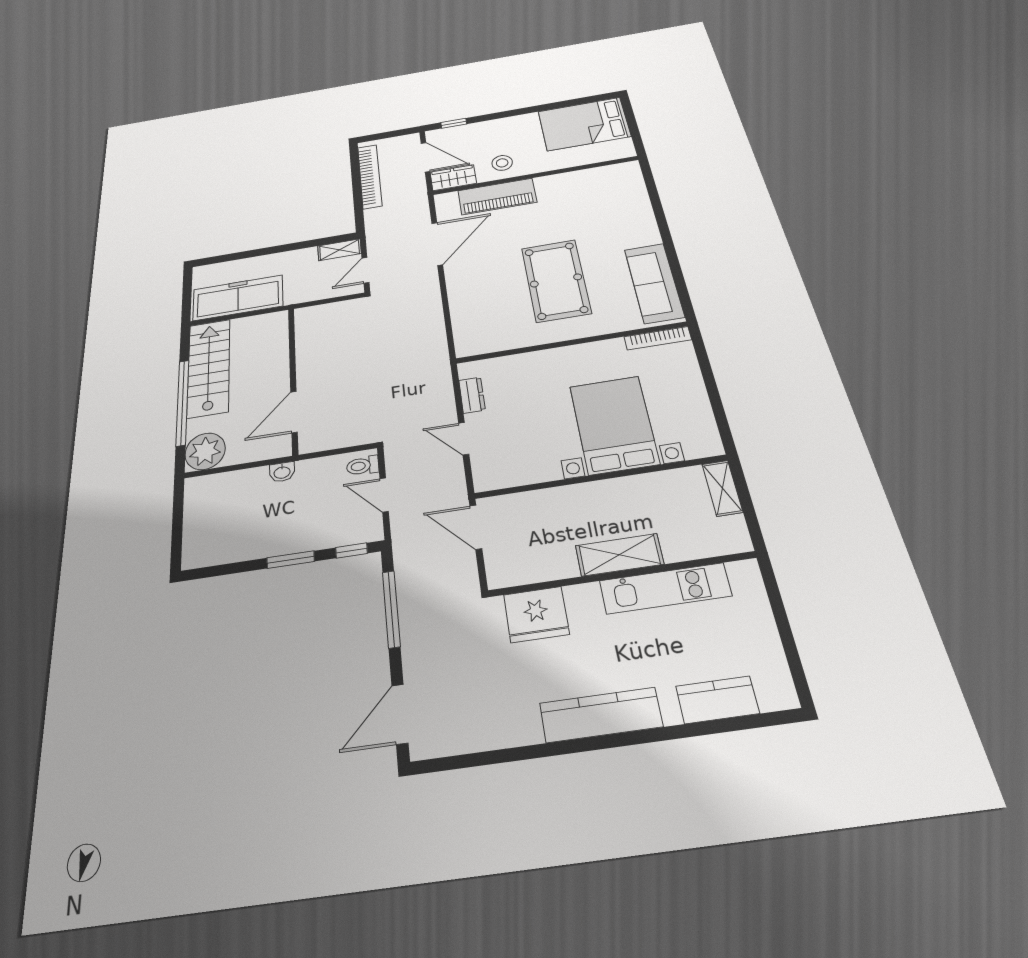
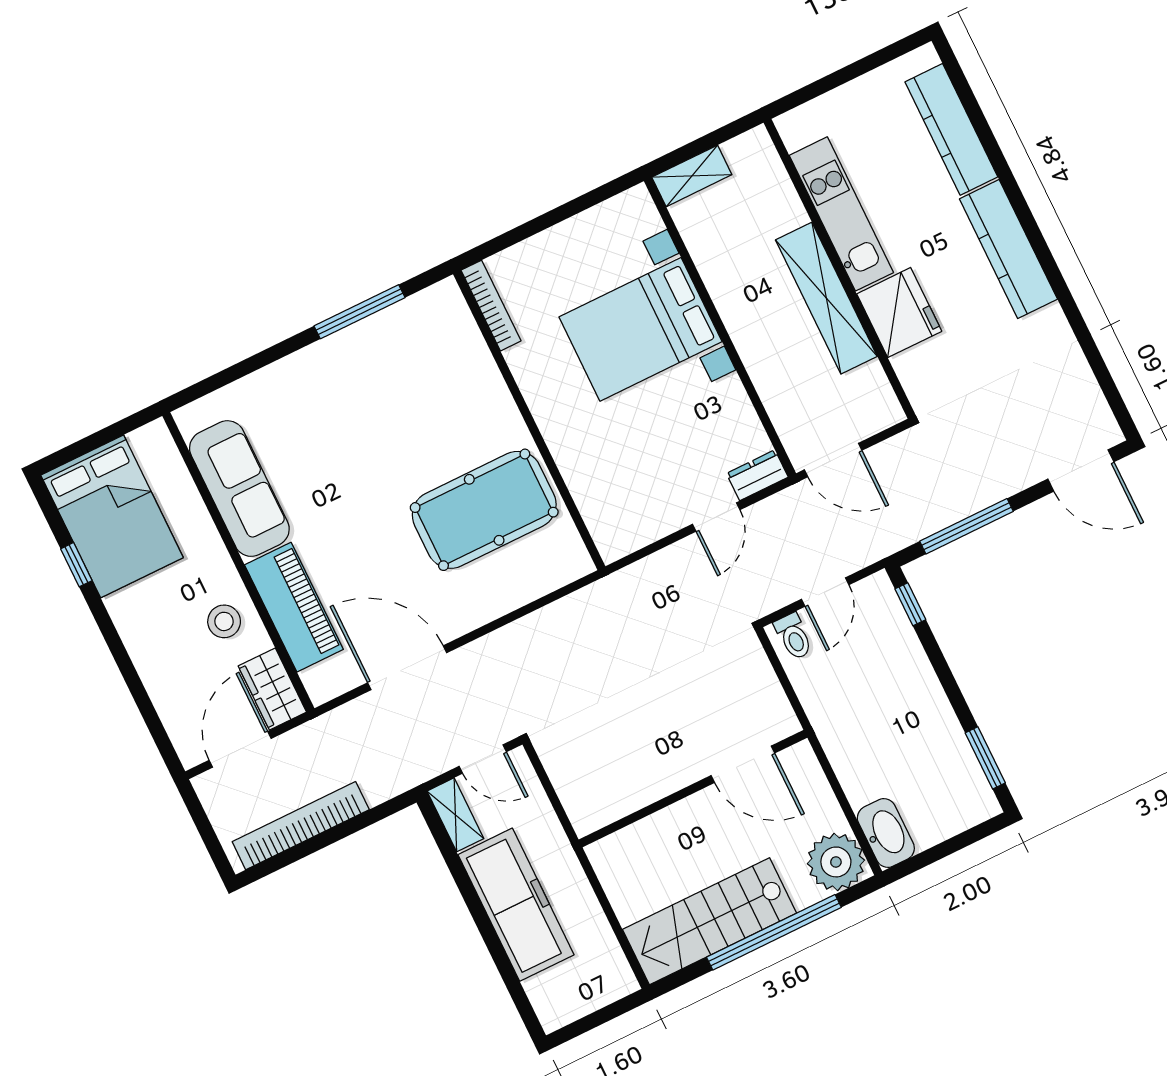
window: (454, 123) -> (76, 565), moved
window: (675, 265) -> (360, 312), added
pool table: (556, 280) -> (484, 510), moved
sofa: (654, 283) -> (239, 489), moved, turned -90
freezer: (238, 298) -> (516, 905), moved, turned 180
dresser: (472, 395) -> (757, 475), moved
washbasin: (282, 472) -> (886, 833), moved, width x1.91, depth x1.45
door: (476, 527) -> (833, 460), hinge flipped
shelving: (619, 555) -> (826, 298), width x1.47
window: (291, 560) -> (985, 758), moved
fridge: (536, 614) -> (899, 313), moved
kitchen counter: (717, 700) -> (951, 129), width x1.50

